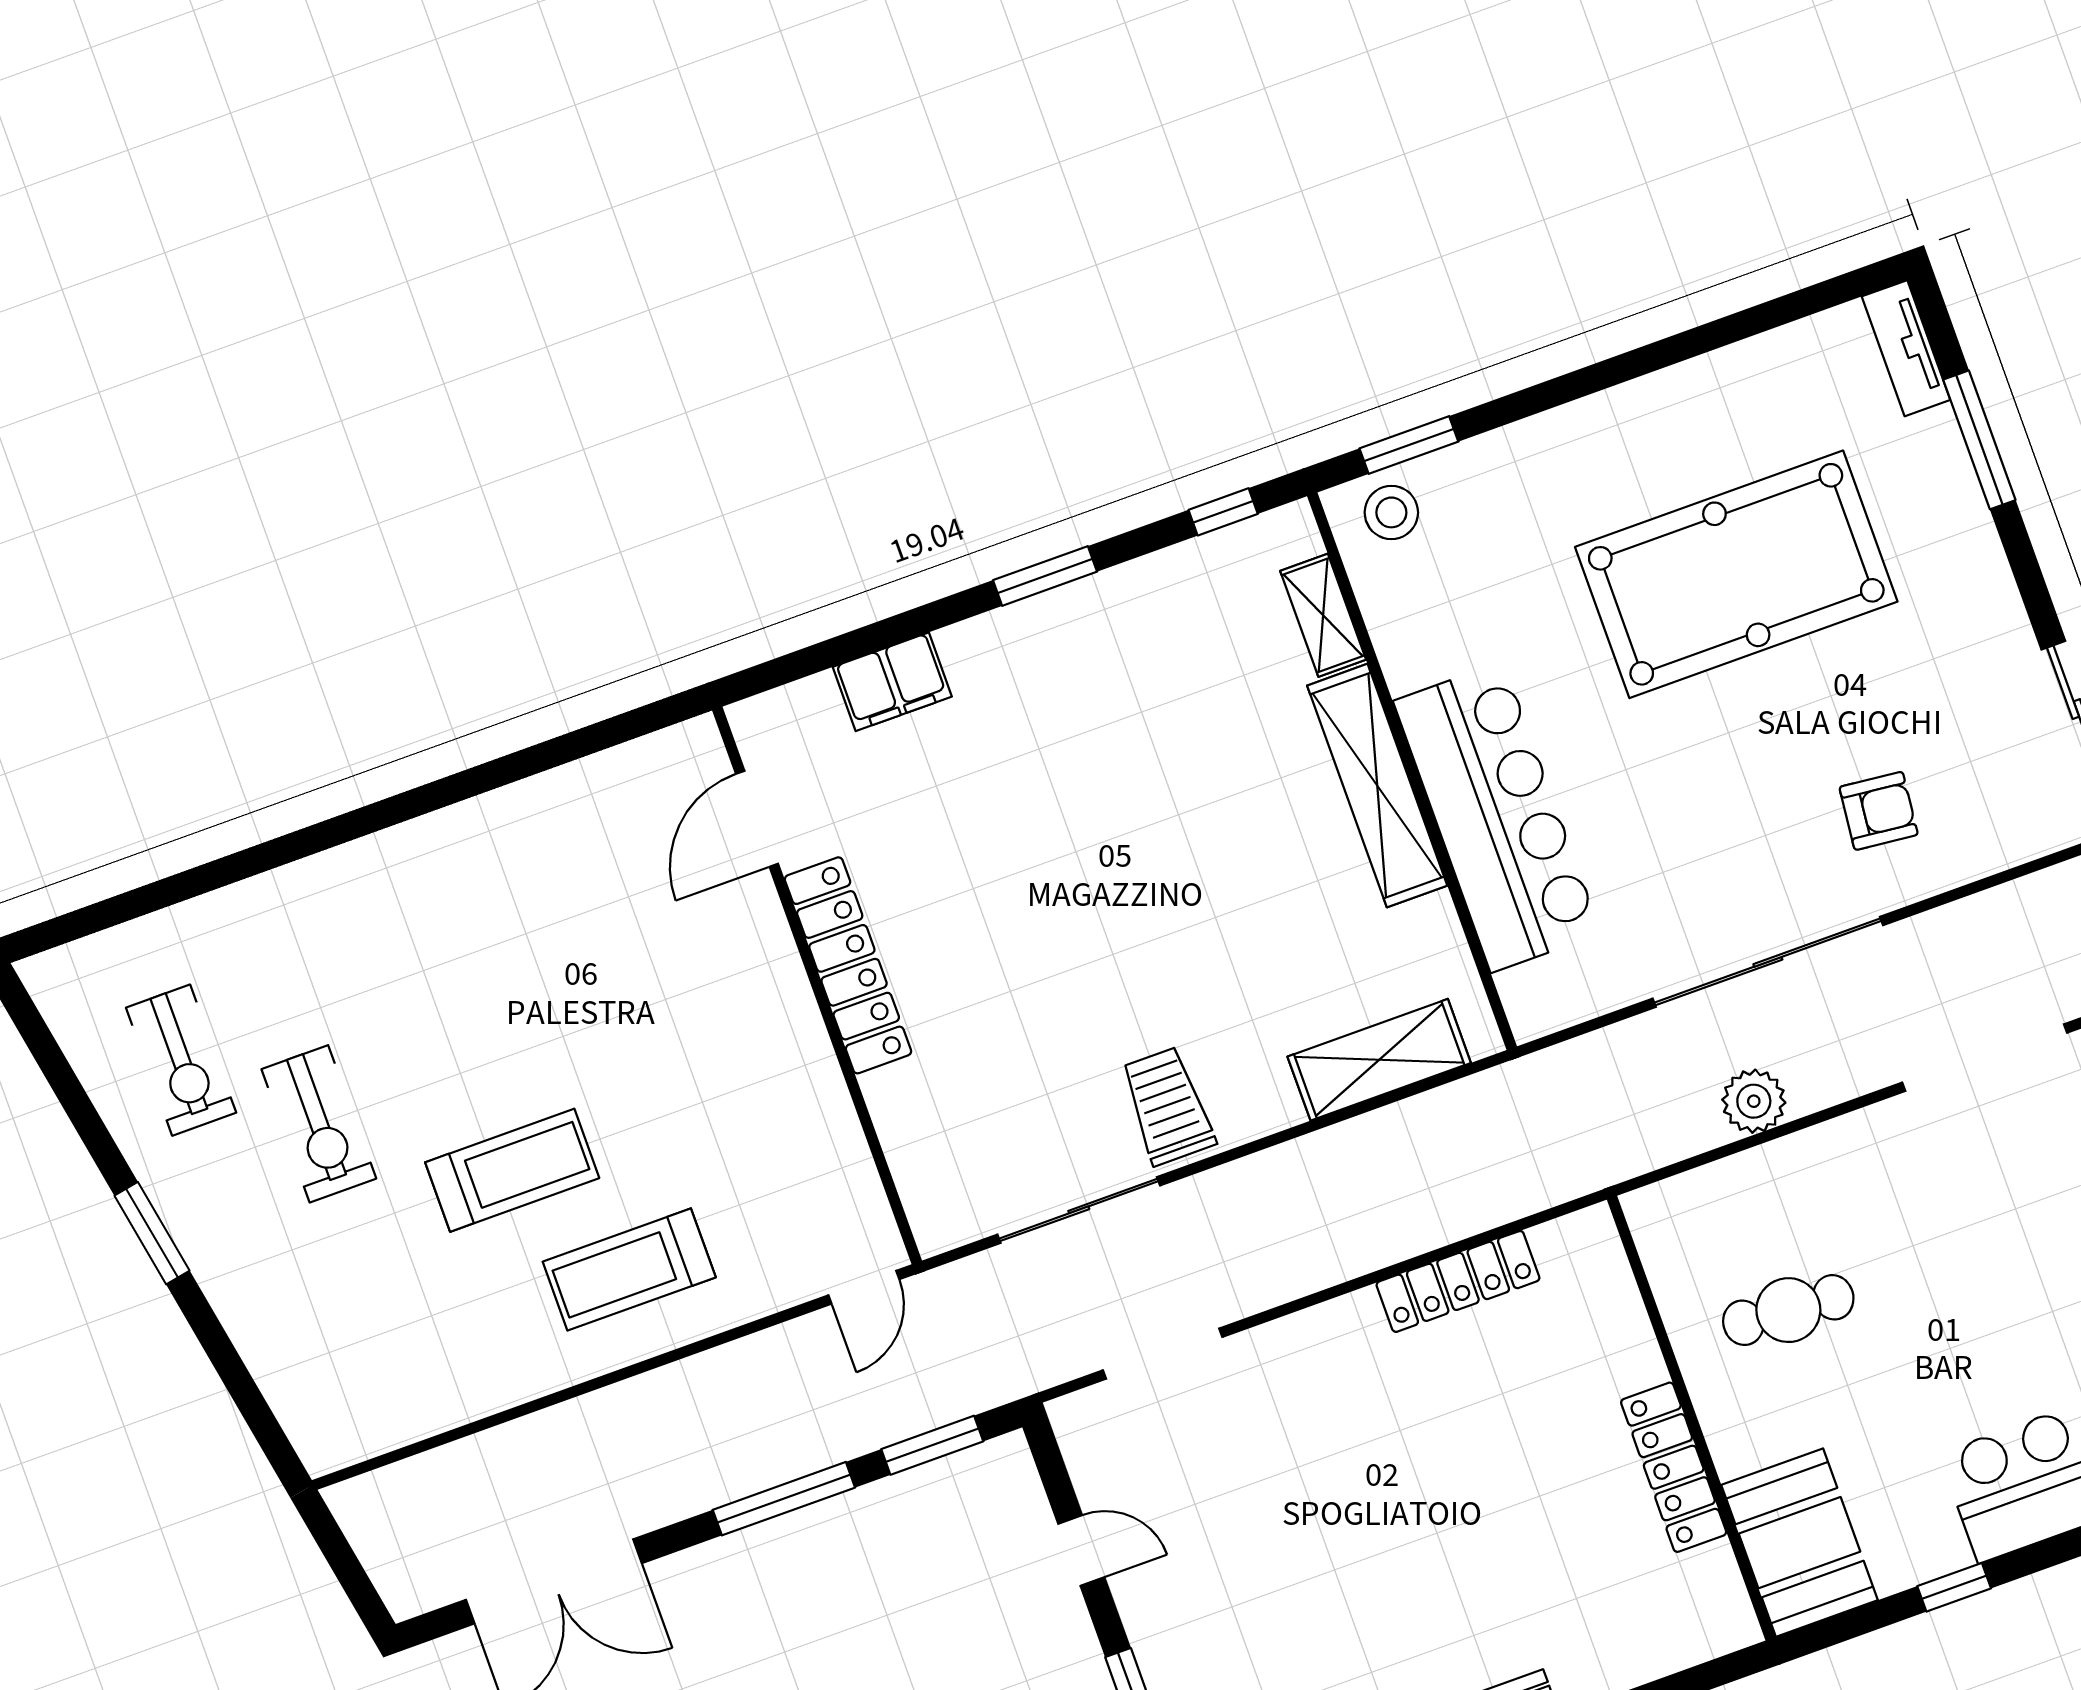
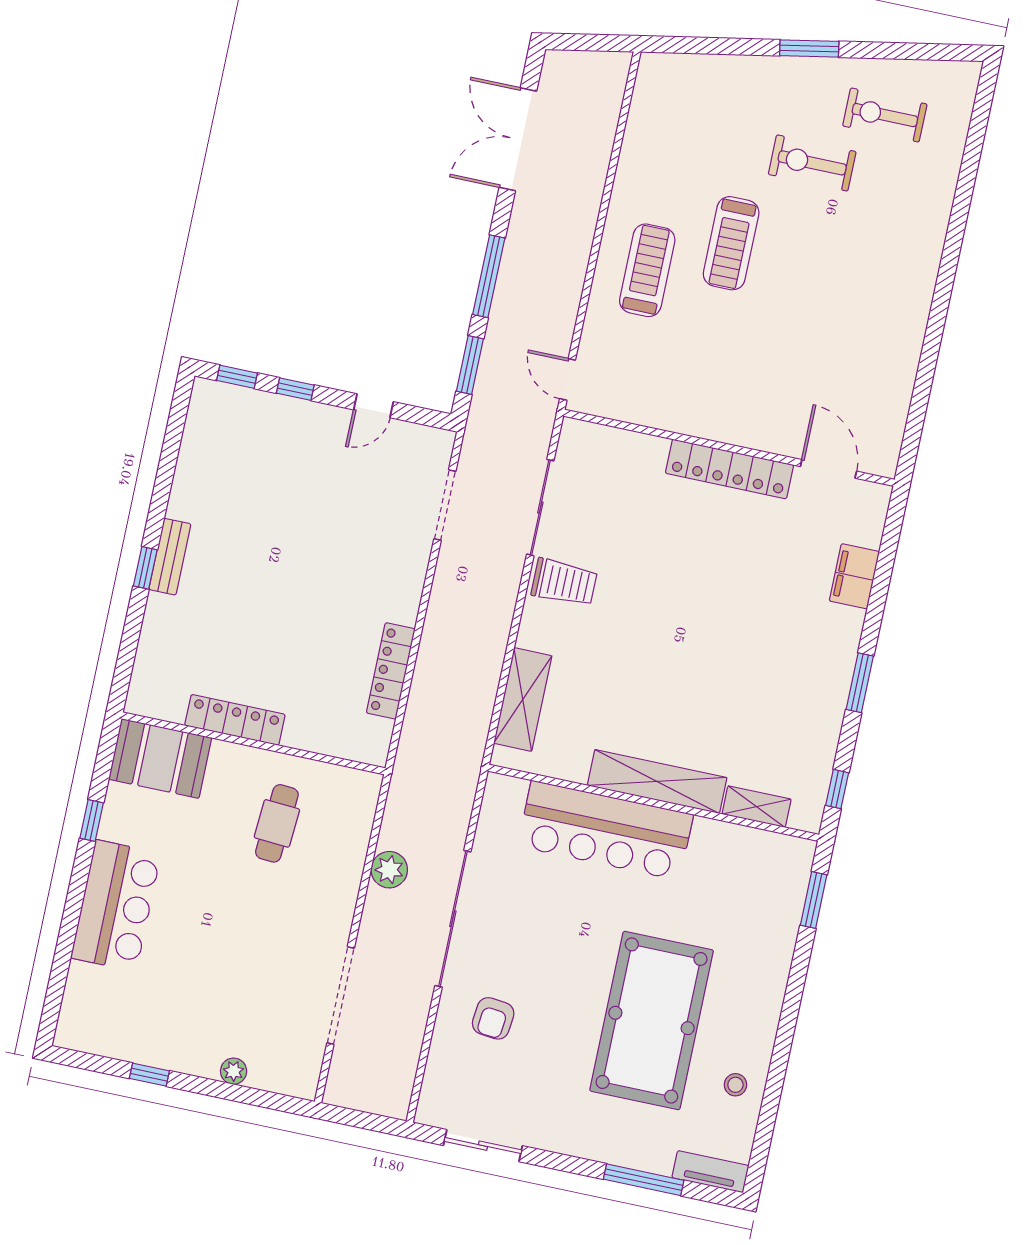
stool: (1391, 512) -> (735, 1085), moved, width x0.73, depth x0.73

